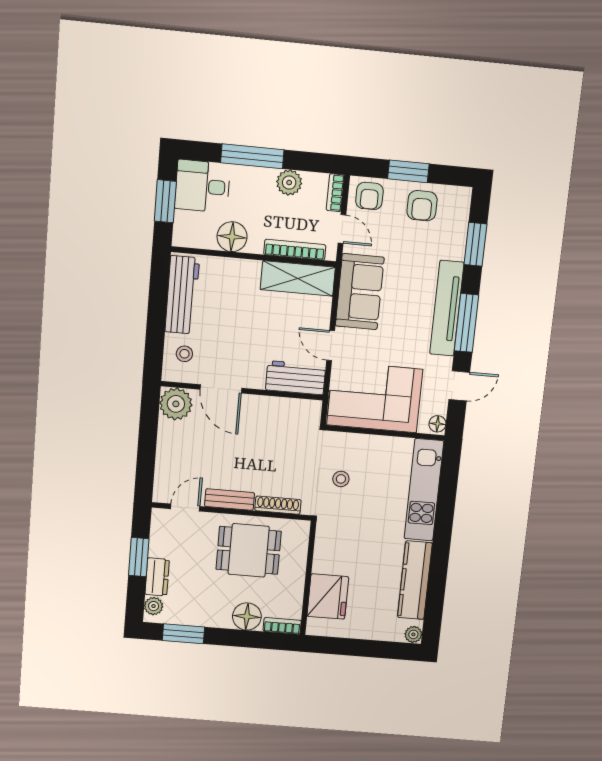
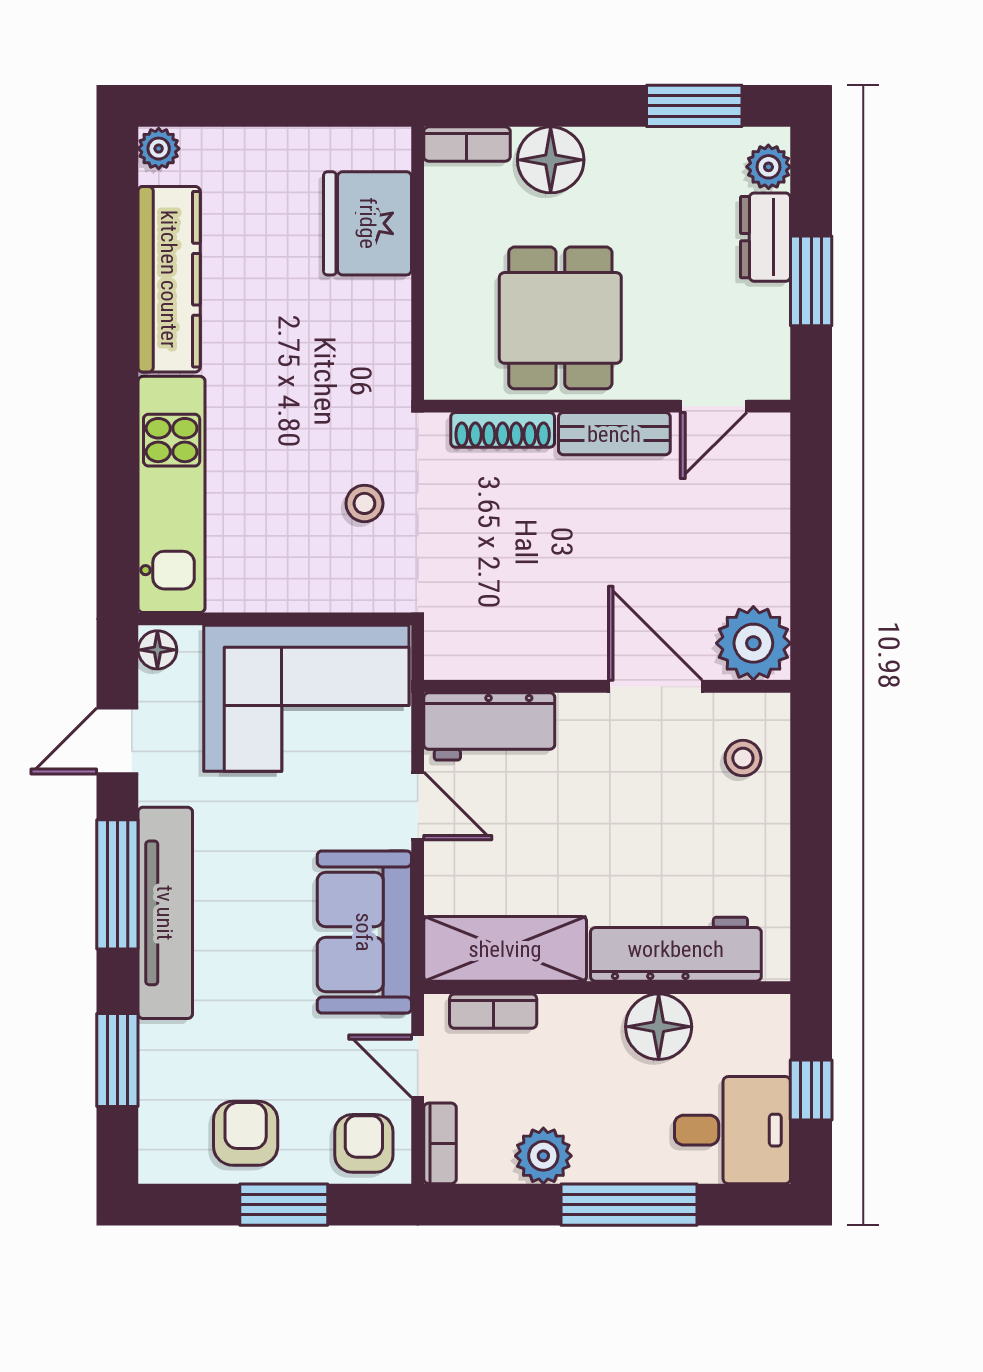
window: (165, 201) -> (811, 1090), width x0.67
bookcase: (295, 250) -> (493, 1011), width x0.64
workbench: (182, 295) -> (676, 949), moved, turned 90
dining table: (249, 550) -> (560, 318), turned 90

